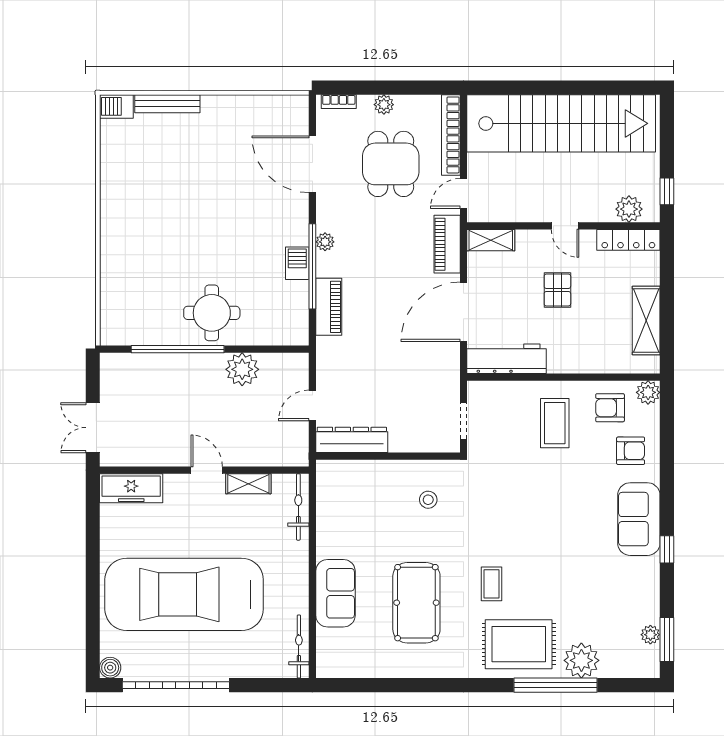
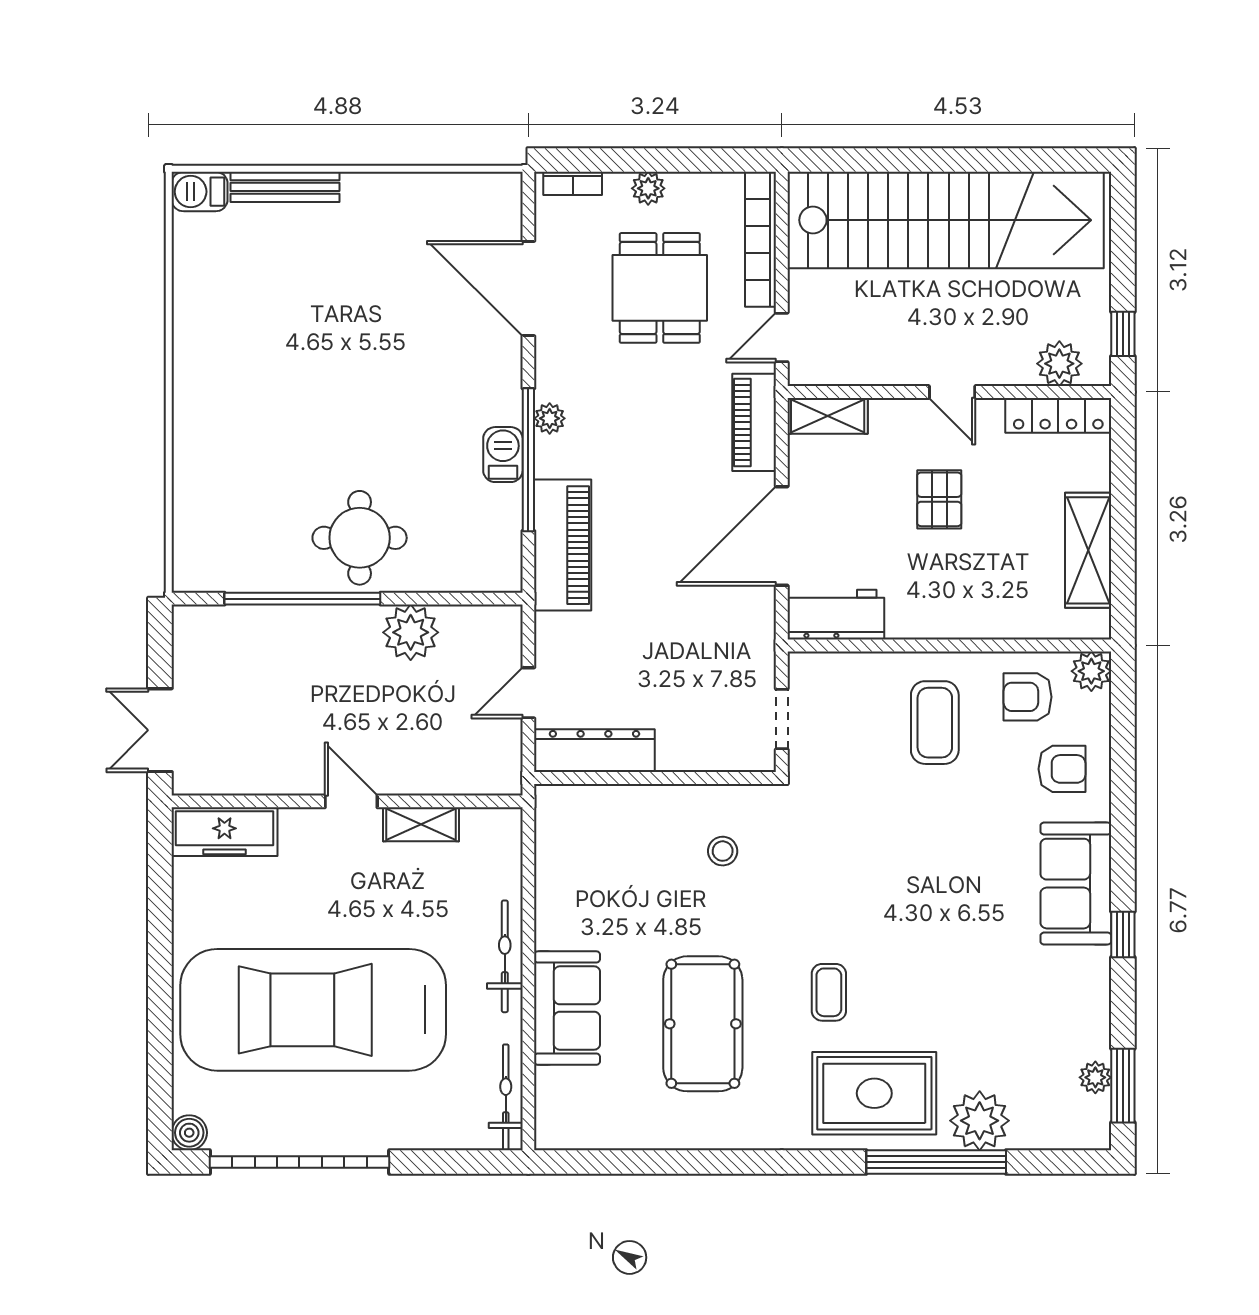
piano: (329, 307) -> (563, 545), width x1.37, depth x1.33
workbench: (507, 359) -> (836, 615), width x0.73
bicycle: (298, 507) -> (505, 956), moved

